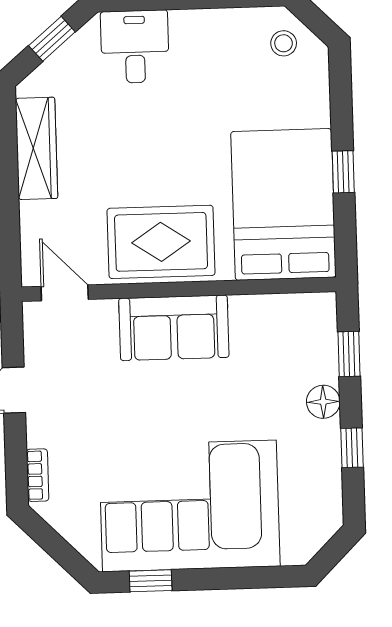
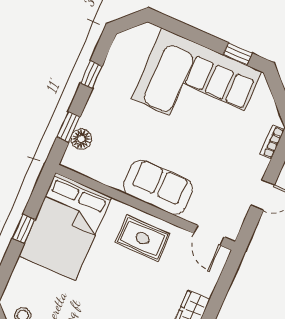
rug: (161, 242) -> (143, 238), width x0.73, depth x0.70
floor lamp: (323, 402) -> (81, 139), moved

